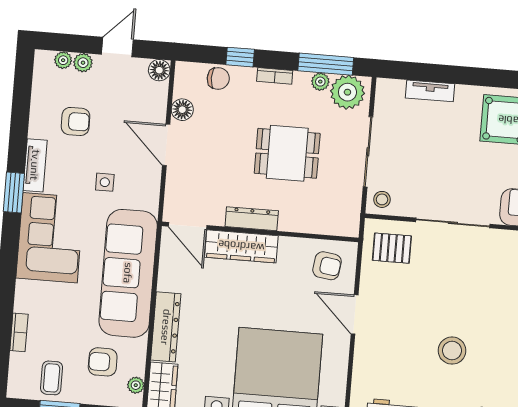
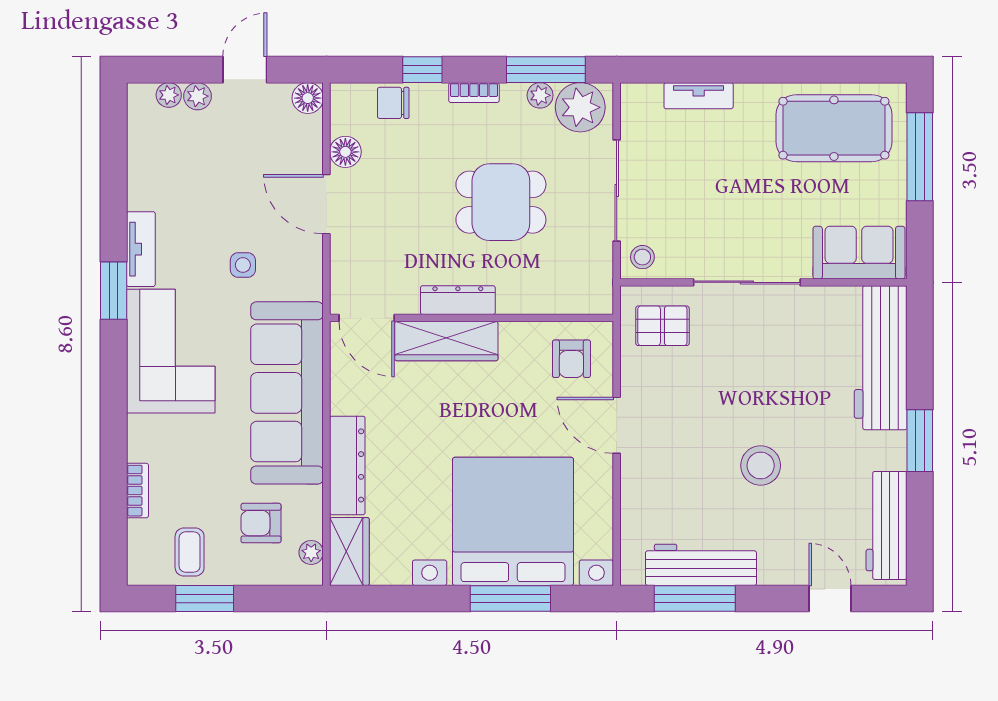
chair: (218, 78) -> (393, 103), turned 180
armchair: (76, 121) -> (194, 181), removed
armchair: (327, 266) -> (571, 359), turned 82

